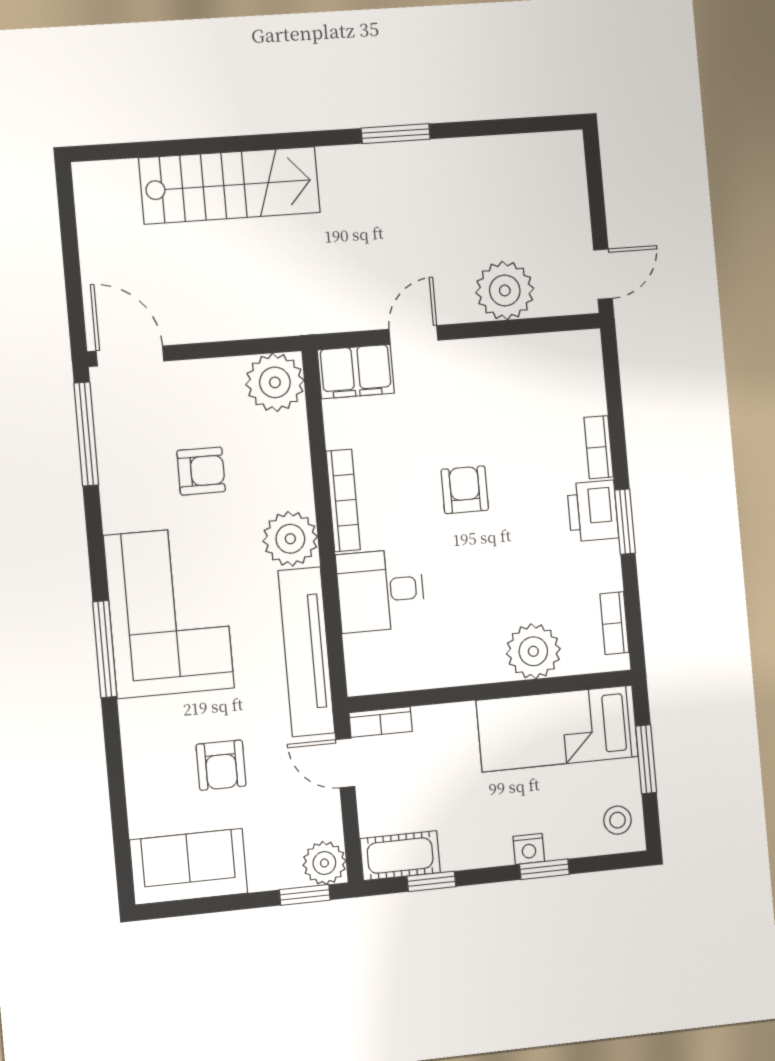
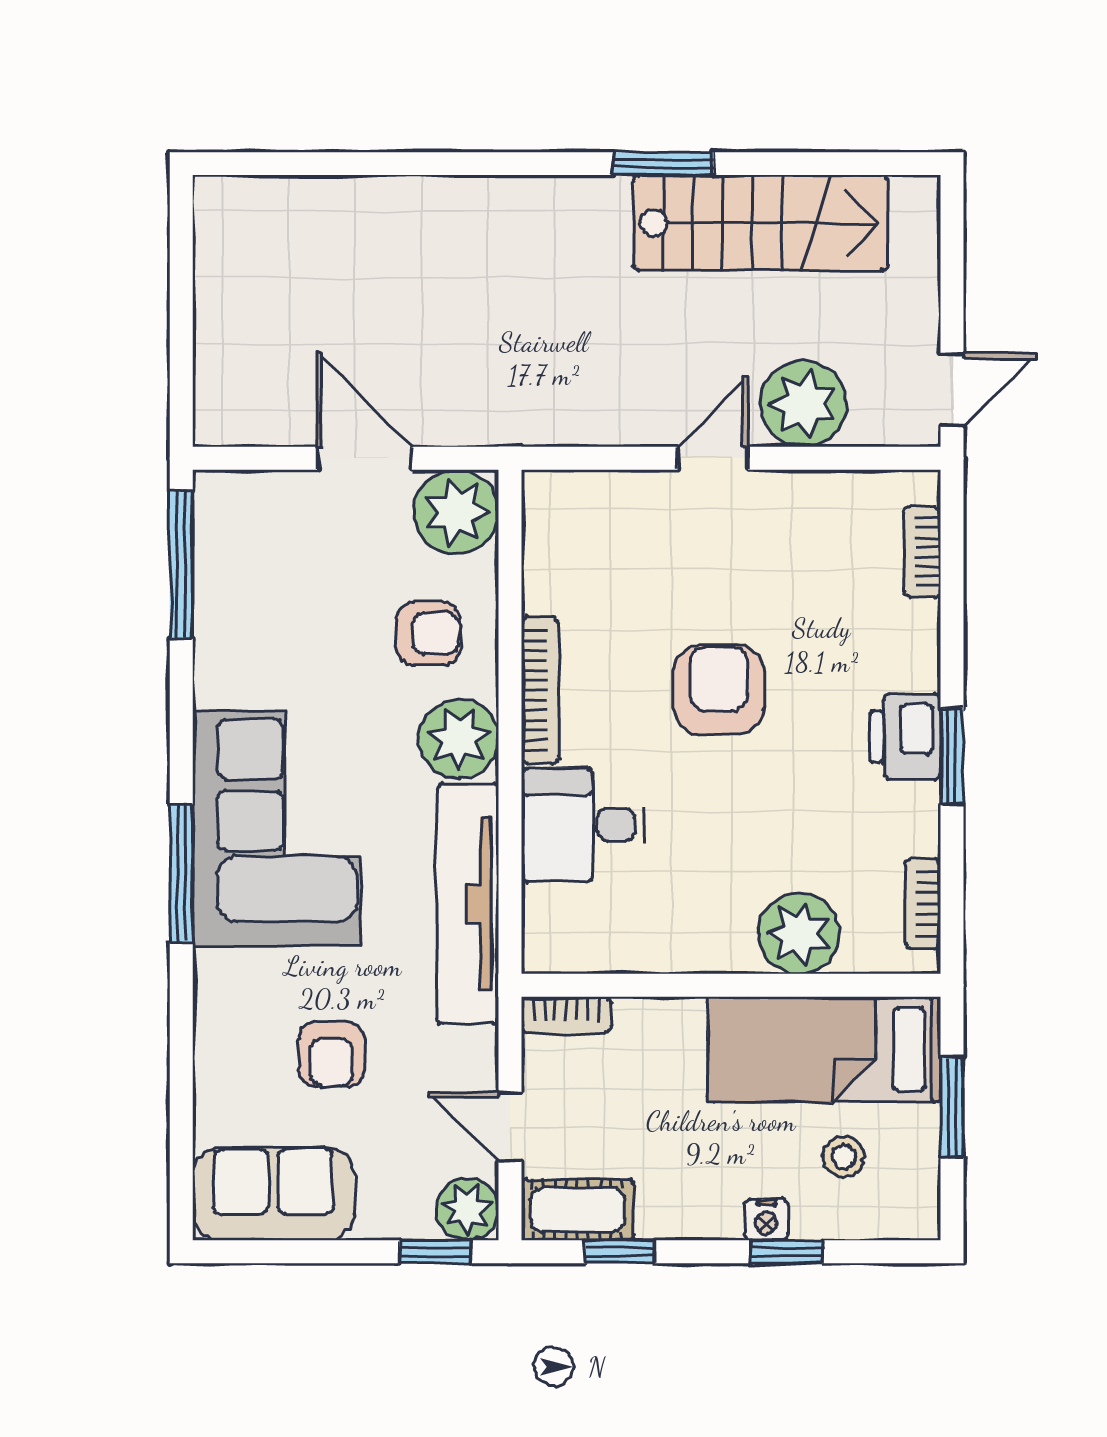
stairs: (230, 185) -> (760, 223), moved
door: (414, 335) -> (713, 458), moved
door: (130, 356) -> (364, 458), moved
filing cabinet: (356, 371) -> (575, 505), removed
bookcase: (599, 447) -> (922, 552), moved
armchair: (201, 471) -> (428, 634), moved
armchair: (465, 490) -> (719, 690), width x1.38, depth x1.38
door: (345, 763) -> (510, 1127), moved
stool: (617, 820) -> (844, 1157), moved

